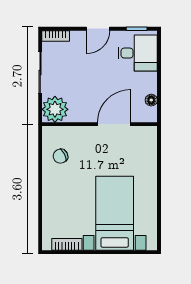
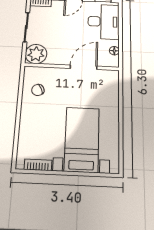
desk: (138, 53) -> (104, 22), width x1.37

